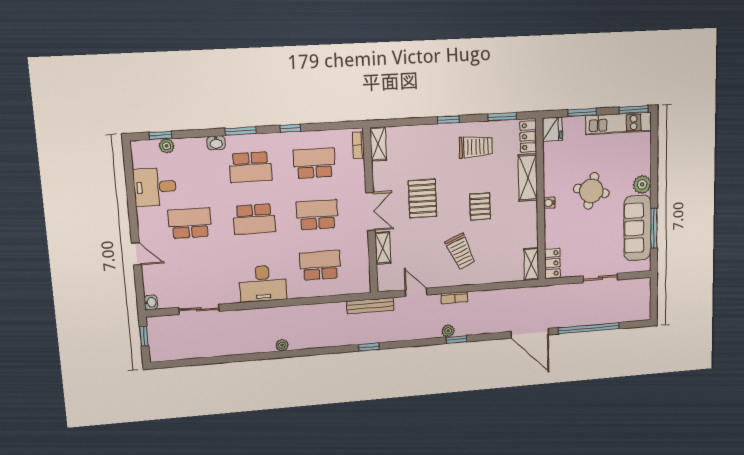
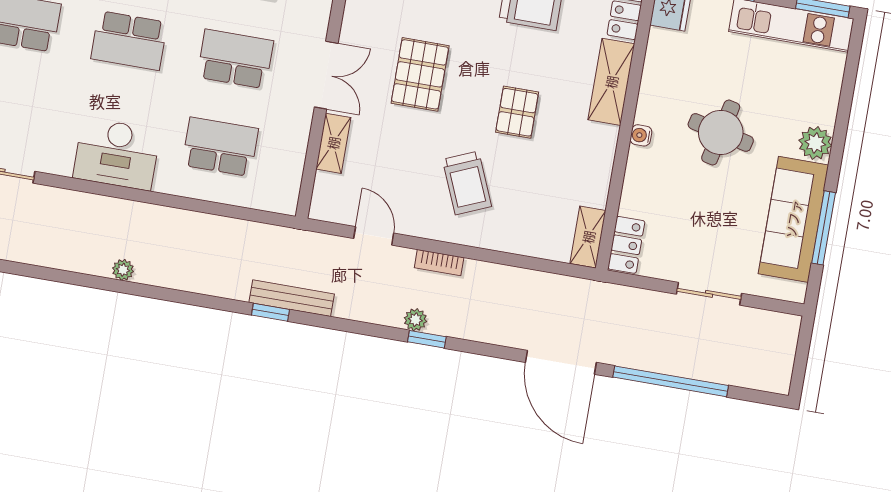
bench: (370, 306) -> (292, 298), moved

